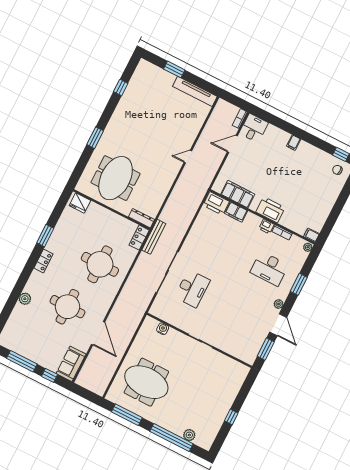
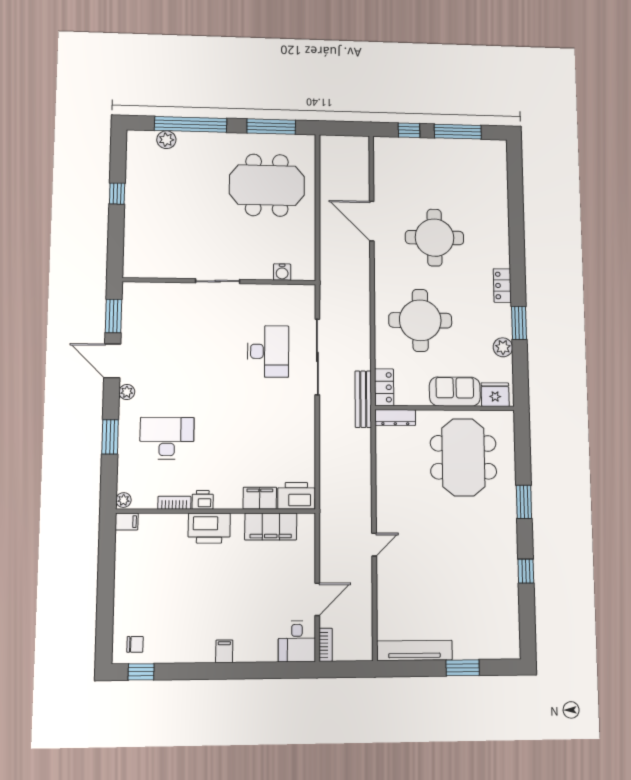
window: (121, 88) -> (526, 571), moved
desk: (192, 289) -> (268, 351), turned 180
plant: (25, 299) -> (503, 347), moved
sofa: (71, 364) -> (455, 392), moved, turned -90

